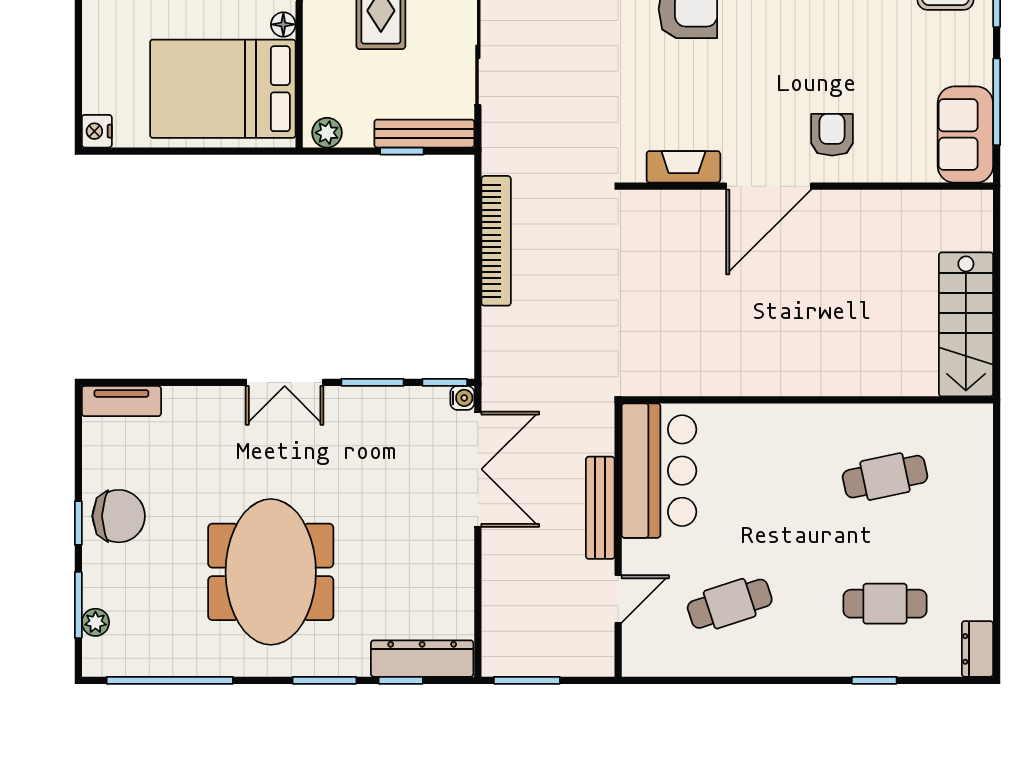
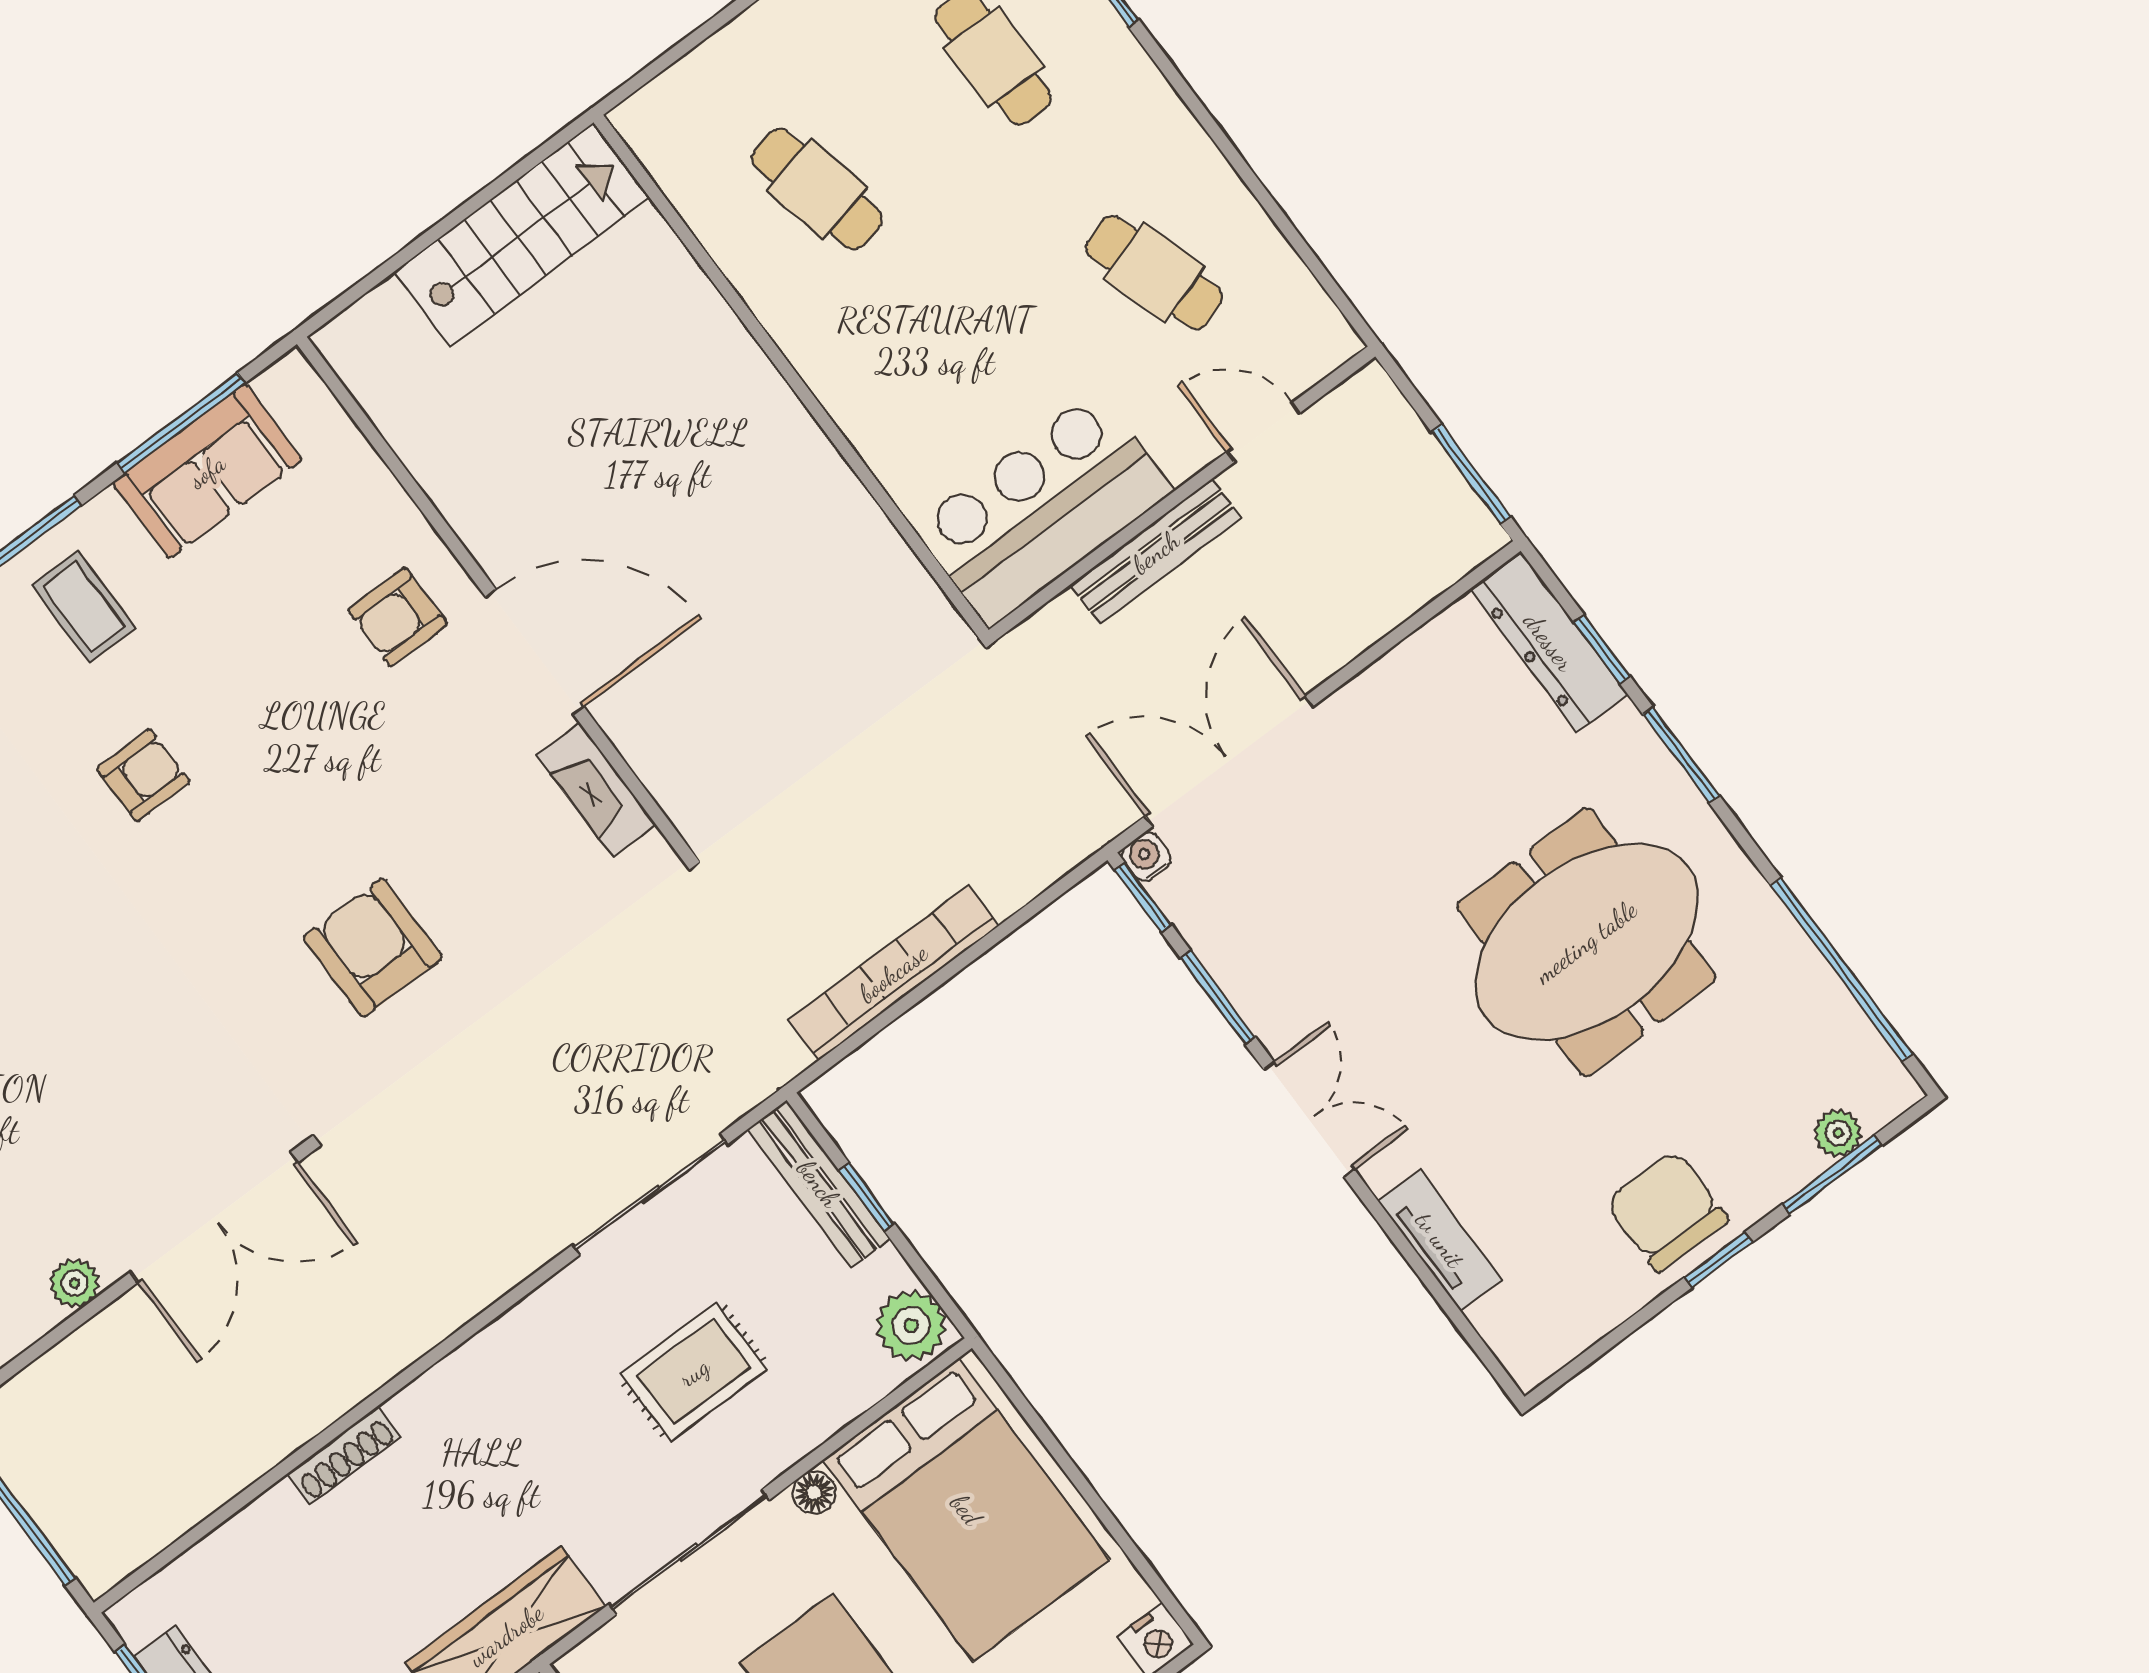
plant: (327, 133) -> (911, 1325), width x1.38, depth x1.38
sofa: (965, 135) -> (207, 471), moved
tv unit: (121, 401) -> (1440, 1240), moved

